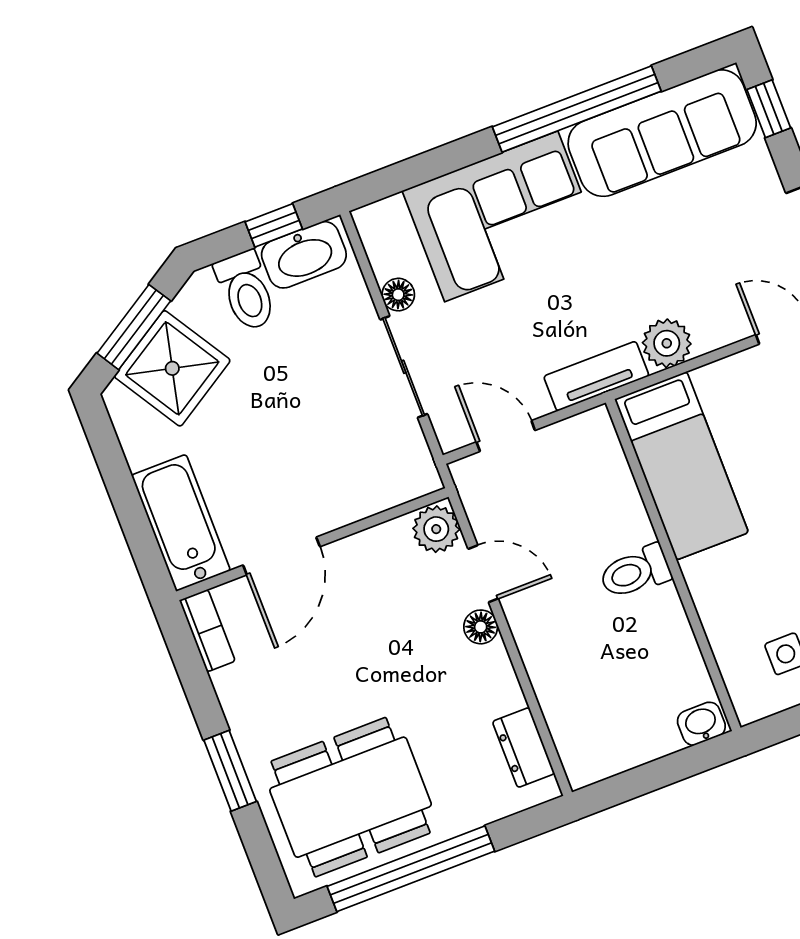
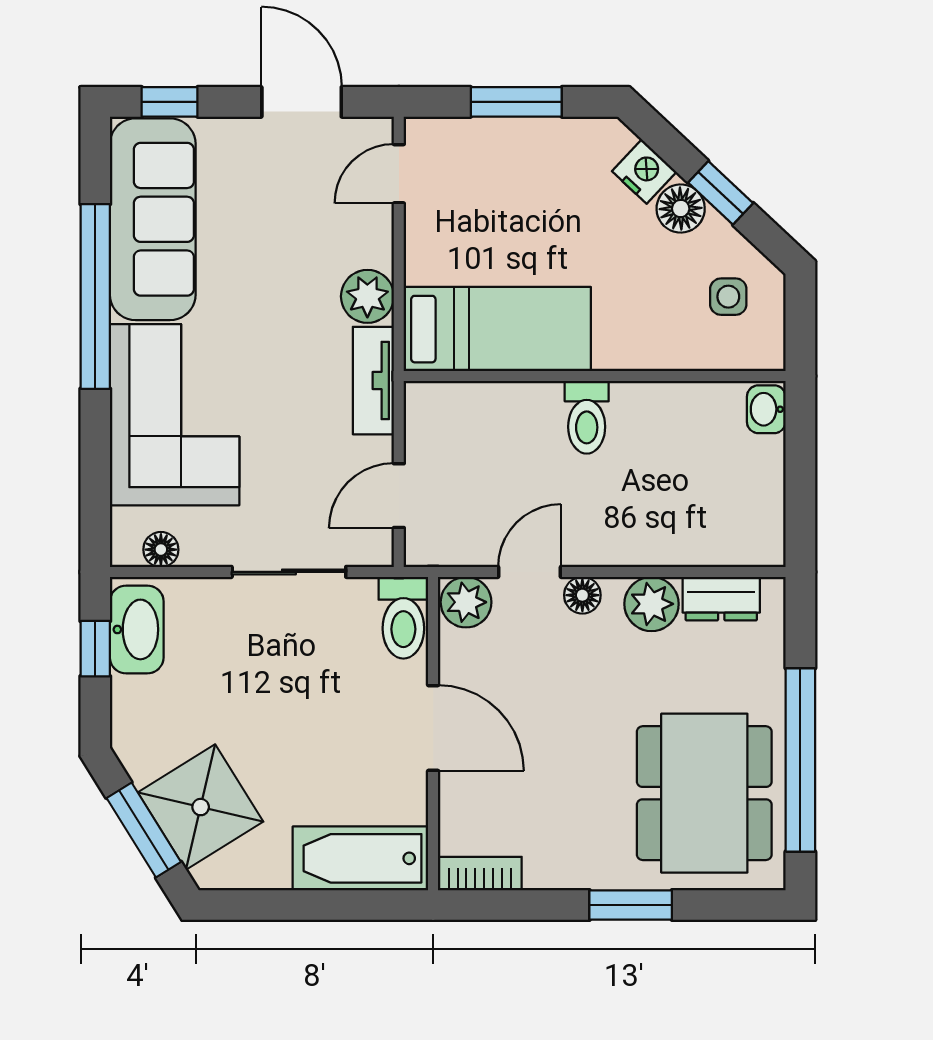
toilet: (246, 291) -> (403, 618), moved, turned 90
floor lamp: (398, 295) -> (161, 550), moved
door: (281, 556) -> (433, 728), moved
plant: (496, 689) -> (651, 604), added

